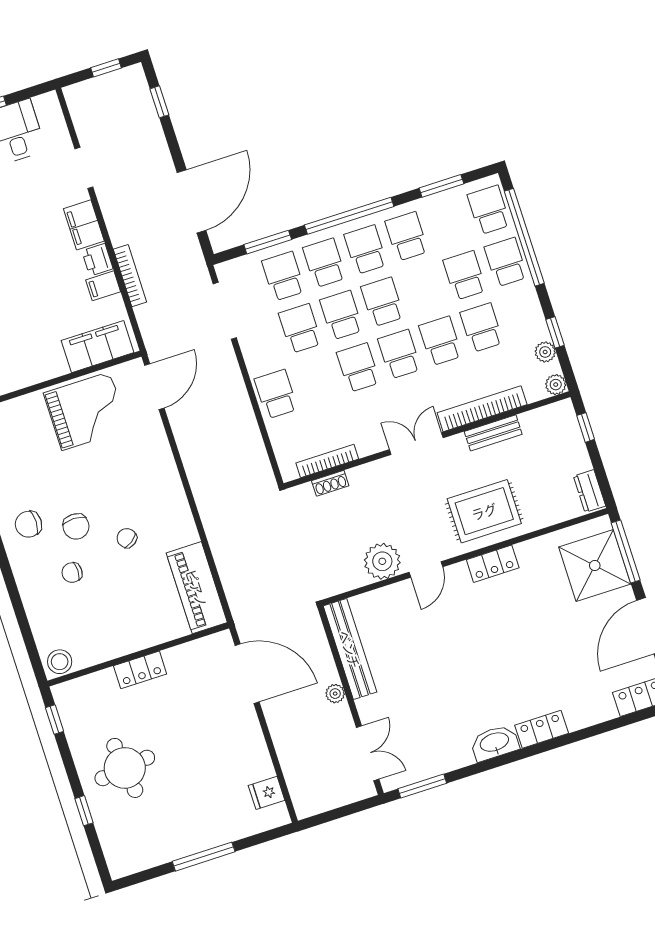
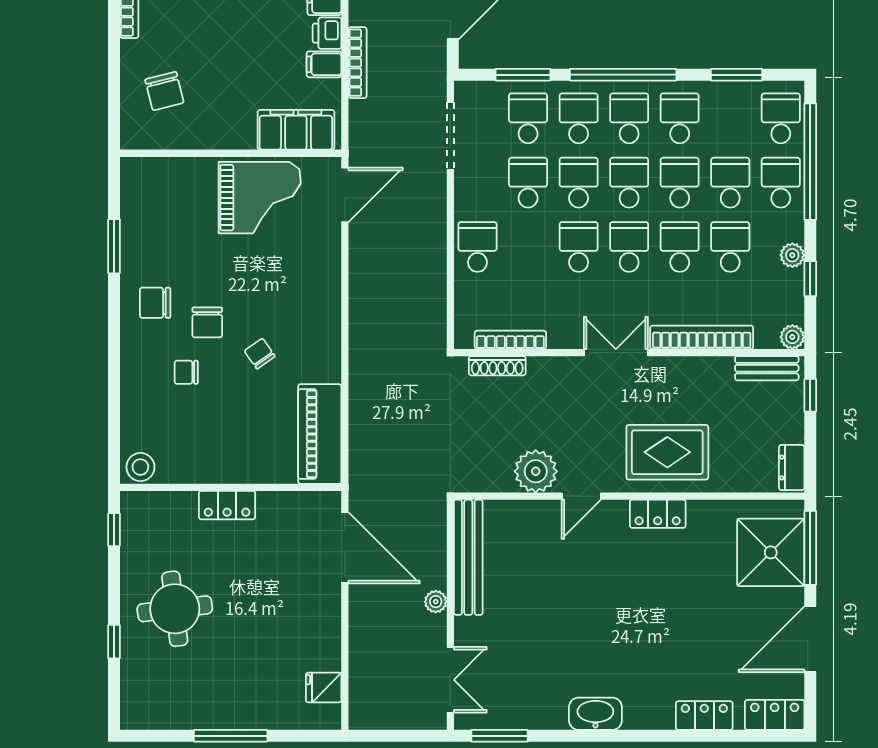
school desk: (424, 289) -> (680, 183), added
plant: (545, 352) -> (792, 255), moved
bench: (493, 433) -> (767, 368), moved
shoe rack: (330, 483) -> (497, 366), width x1.43
locker: (542, 729) -> (704, 716), moved

